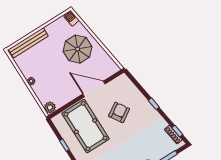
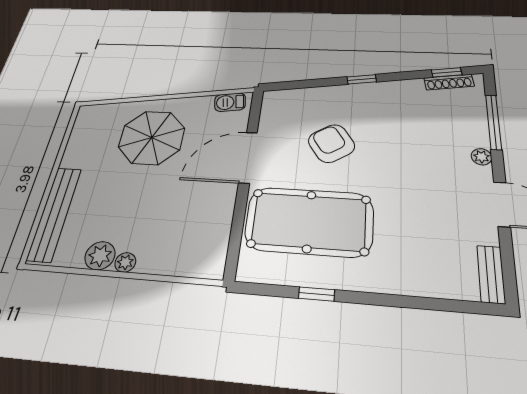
barbecue: (72, 18) -> (230, 102), moved
plant: (50, 107) -> (100, 256), moved

